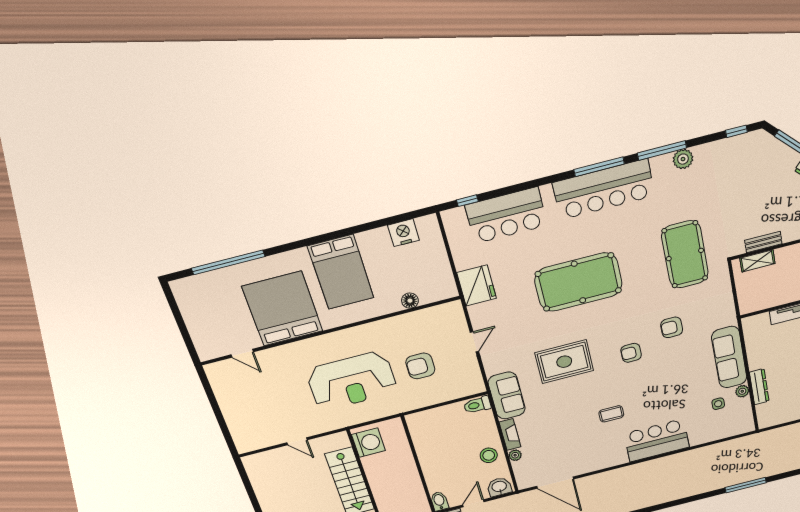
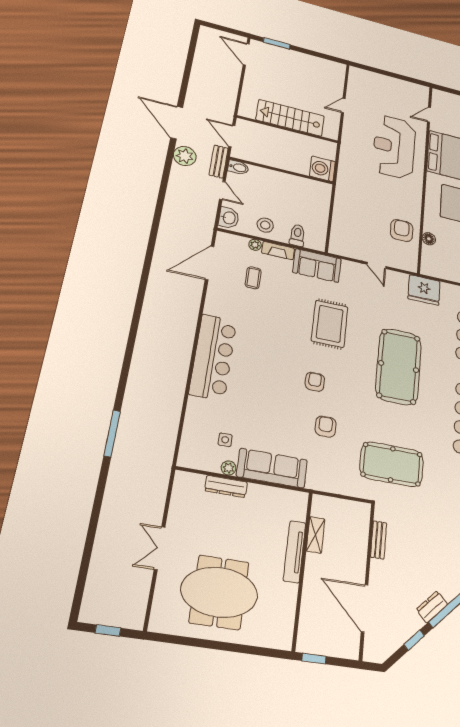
shelving: (757, 261) -> (316, 535), moved
armchair: (420, 366) -> (402, 231), moved
reception desk: (352, 381) -> (394, 147), moved
toilet: (477, 405) -> (297, 235), moved
coffee table: (611, 414) -> (253, 278), moved
bar counter: (657, 440) -> (213, 357), width x1.36
washing machine: (368, 443) -> (322, 169), moved, turned 90

